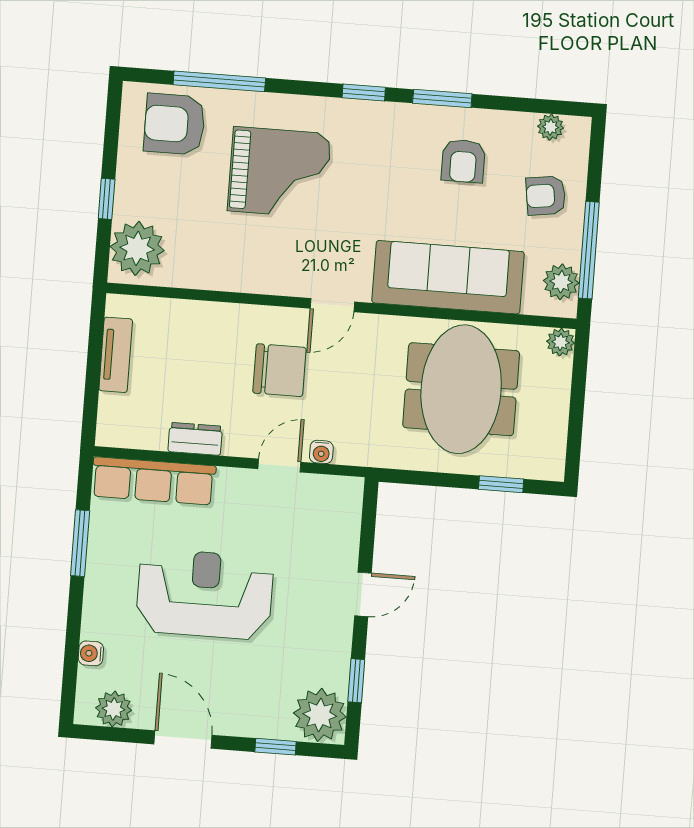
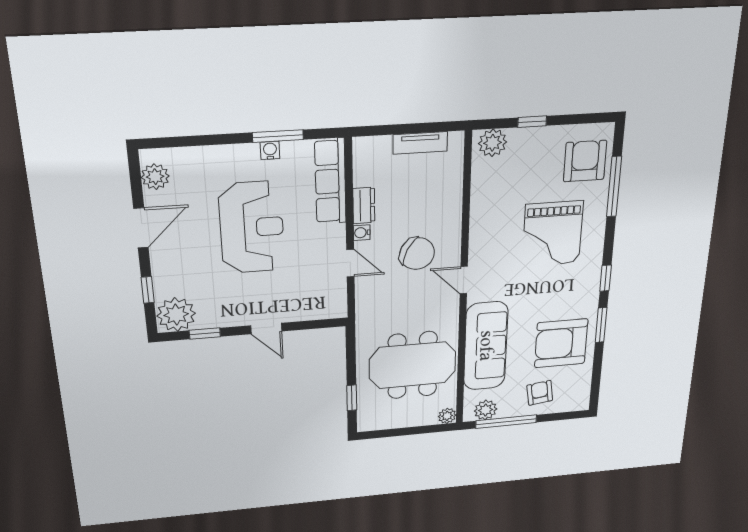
plant: (550, 127) -> (583, 388), removed
armchair: (463, 161) -> (561, 343), width x1.88, depth x1.88
plant: (137, 248) -> (493, 143), width x0.73, depth x0.73
chair: (279, 370) -> (417, 254), turned -63
water cooler: (321, 452) -> (362, 233), moved
water cooler: (91, 653) -> (270, 150), moved

